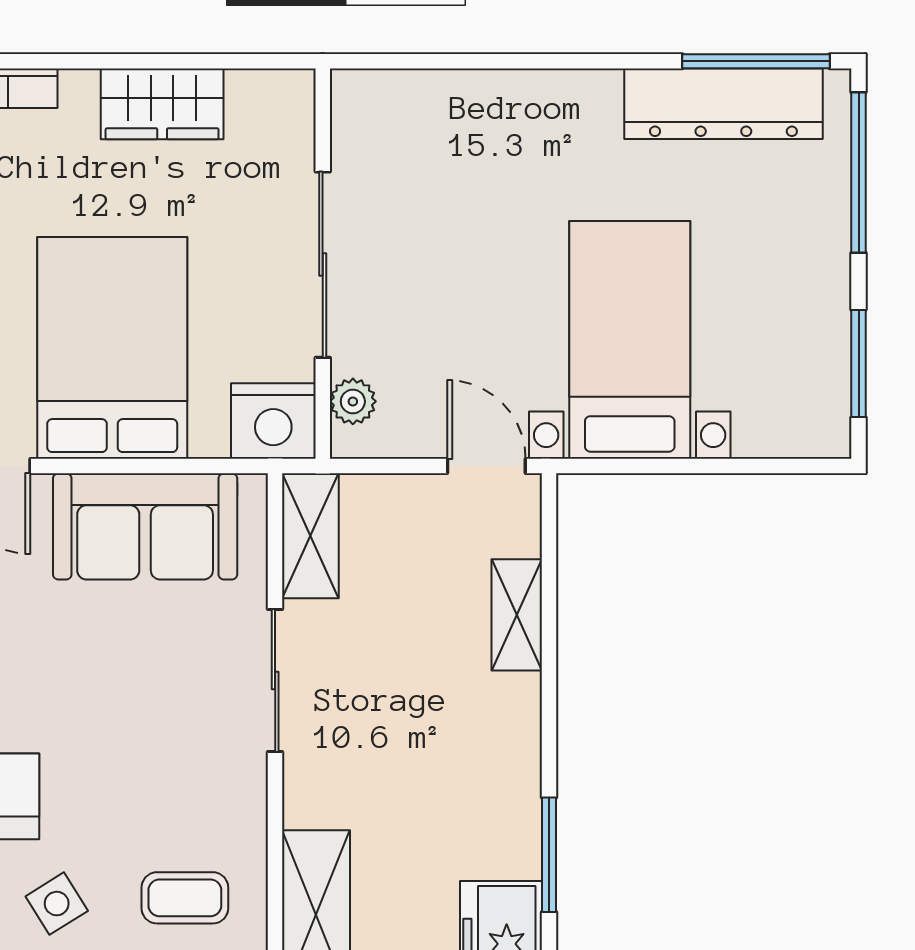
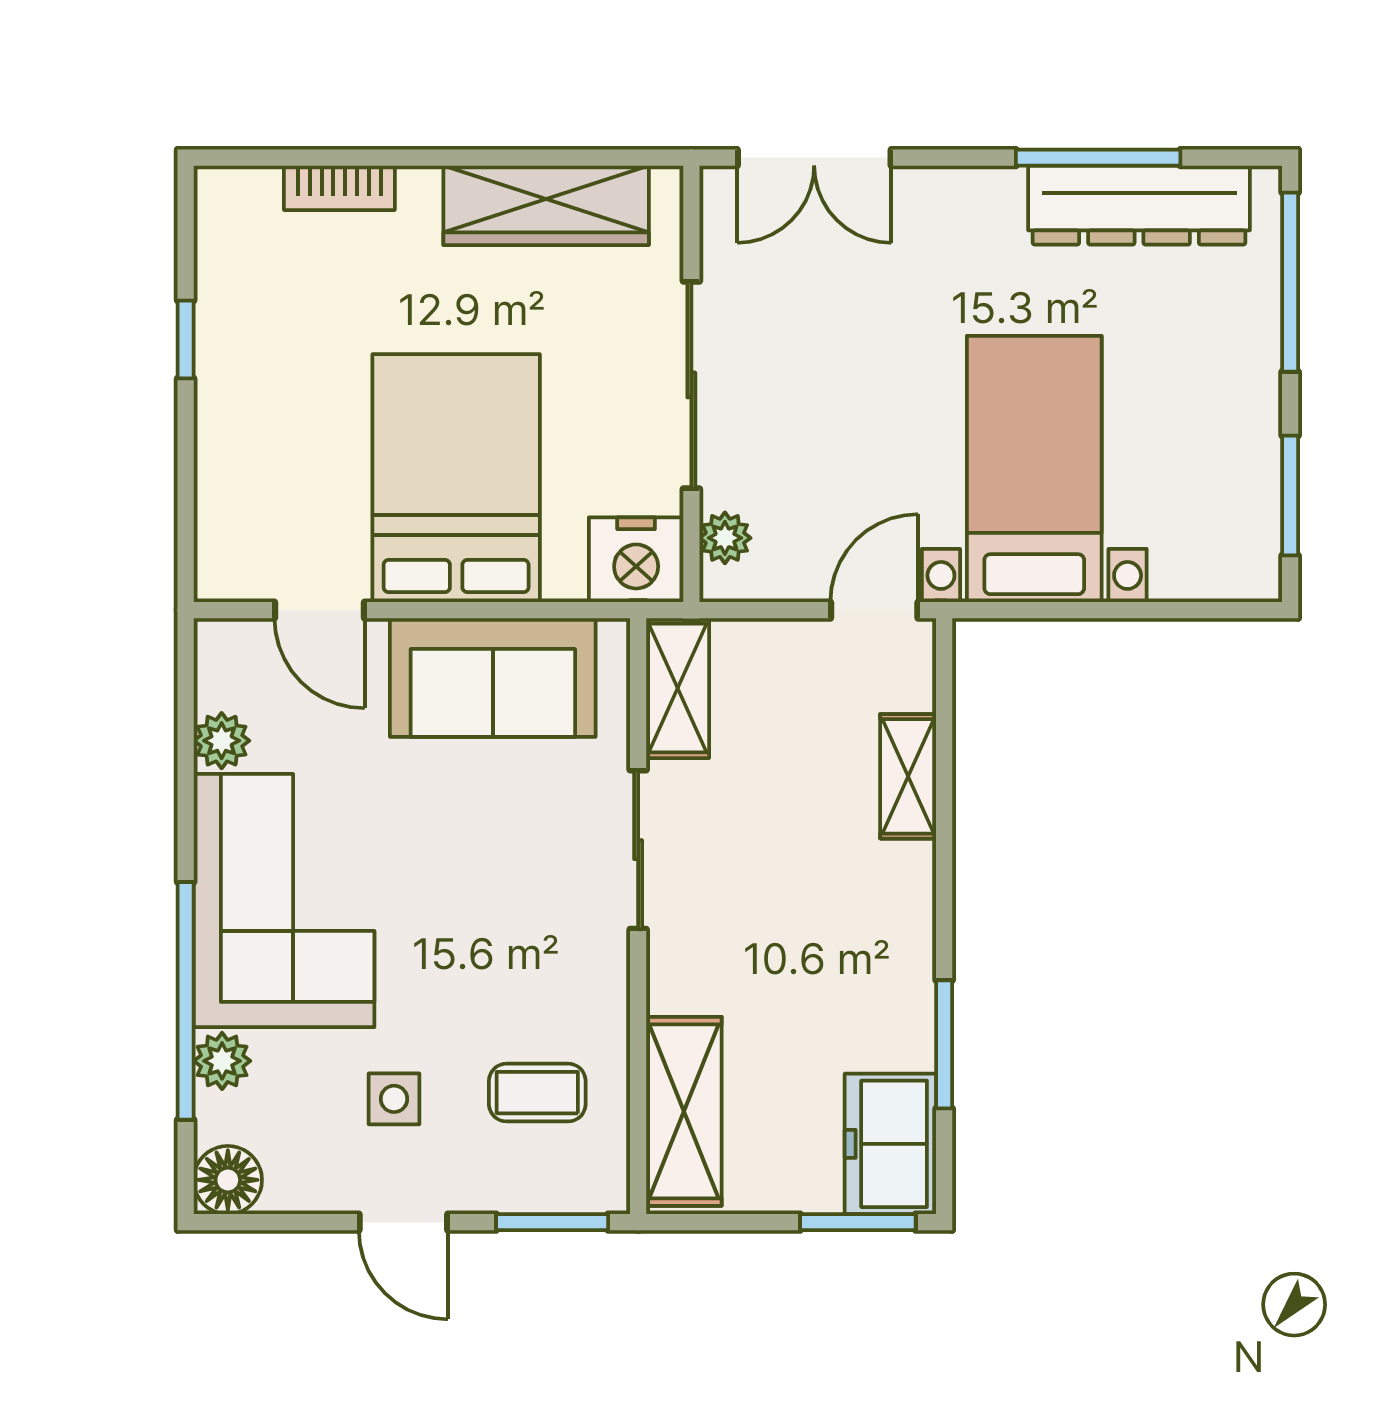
double door: (433, 61) -> (814, 158), added
window: (756, 61) -> (1098, 158), moved
wardrobe: (162, 104) -> (546, 205), width x1.50
door: (486, 466) -> (874, 610), hinge flipped
side table: (57, 904) -> (394, 1099), turned 32

